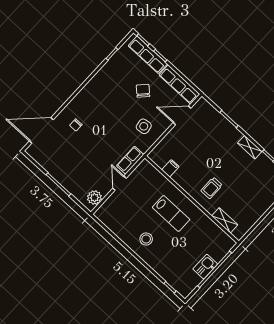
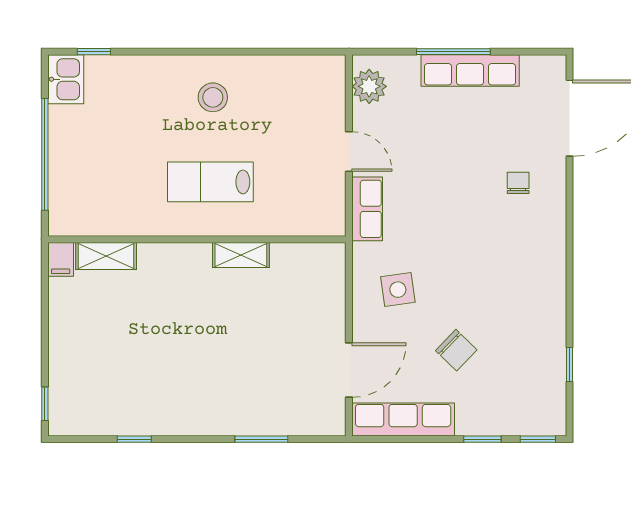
row of seats: (148, 55) -> (470, 70), moved, turned 180
shelving: (250, 147) -> (241, 255), moved
filing cabinet: (170, 168) -> (61, 259), moved
trolley: (212, 188) -> (181, 291), removed
kitchen sink: (205, 267) -> (66, 79), moved

